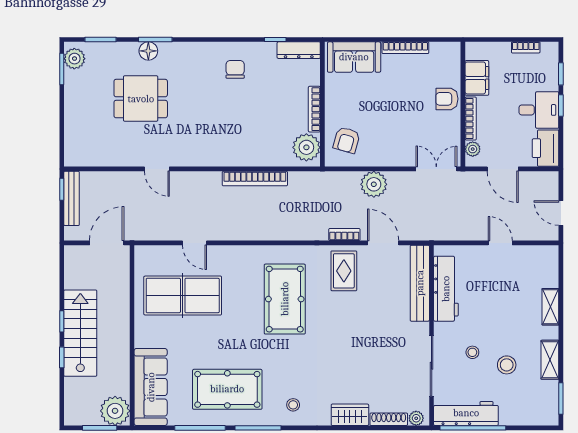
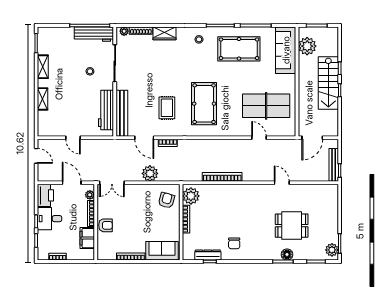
dresser: (299, 50) -> (208, 255), moved
rug: (344, 271) -> (167, 108), moved
stool: (507, 365) -> (69, 64), removed
plant: (115, 411) -> (307, 46), moved

